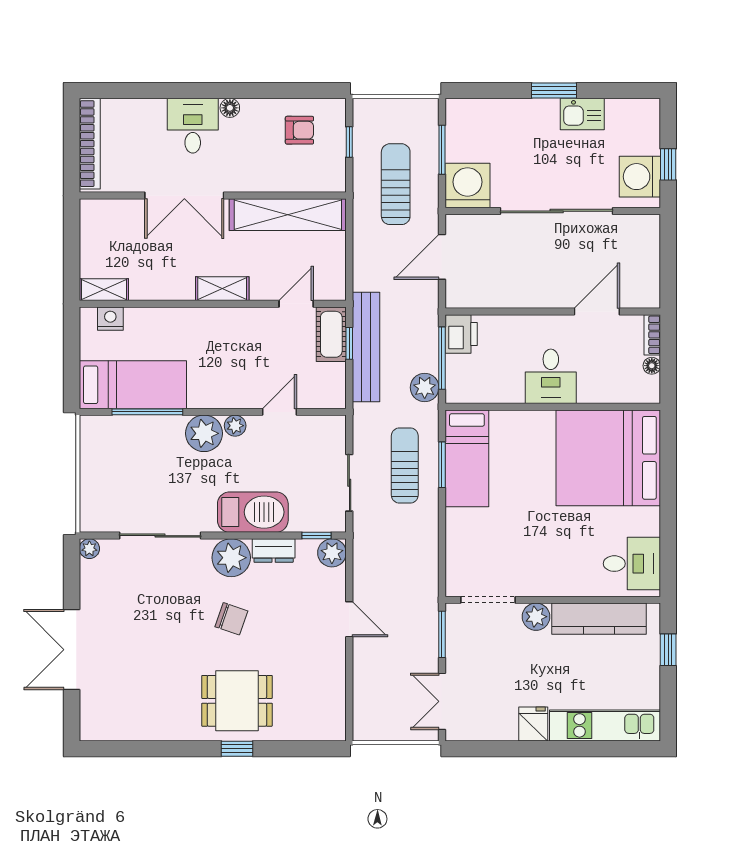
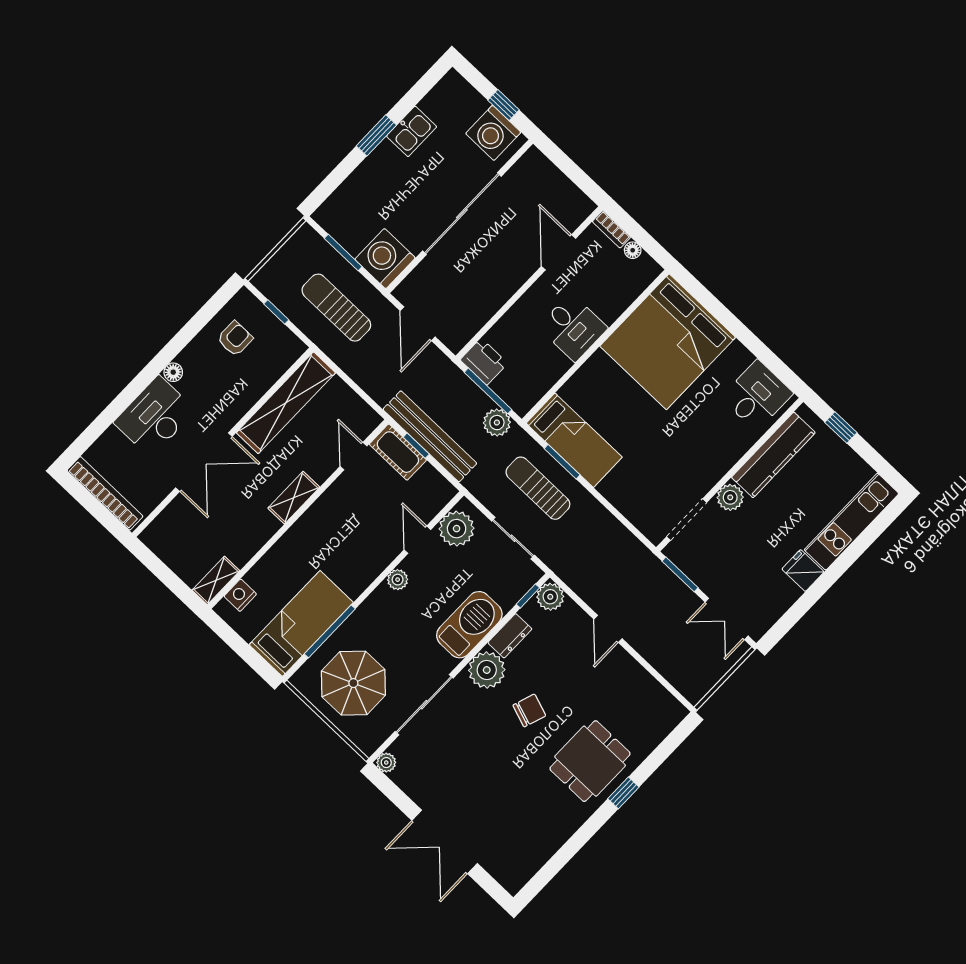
desk: (193, 126) -> (155, 416), width x1.37
plant: (204, 433) -> (457, 529), moved
parasol: (126, 467) -> (353, 683), added
door: (349, 619) -> (608, 629), swing flipped

